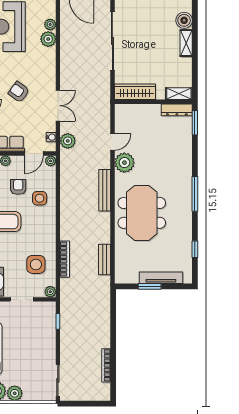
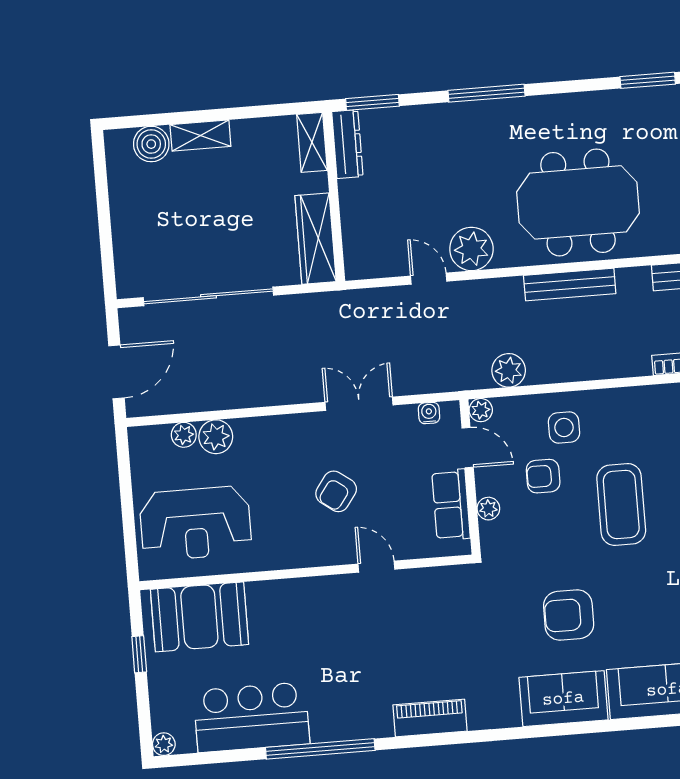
plant: (68, 141) -> (509, 370), moved
bench: (105, 190) -> (570, 285), moved
window: (195, 194) -> (487, 93), moved
window: (195, 249) -> (648, 80), width x1.50

